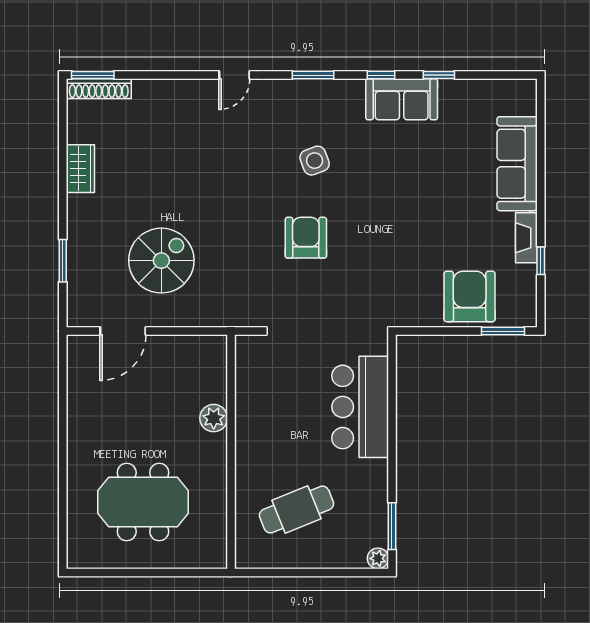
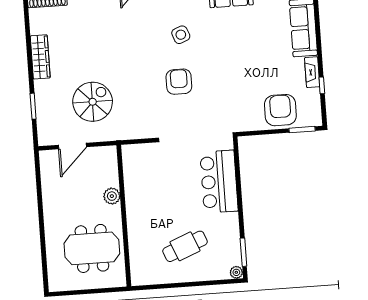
wardrobe: (80, 169) -> (40, 57), width x1.50
plant: (214, 418) -> (112, 196), moved
wall: (231, 452) -> (124, 216), moved

